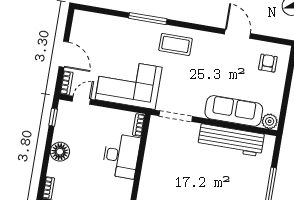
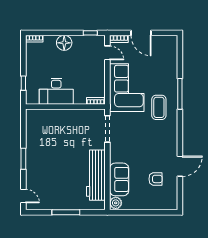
coffee table: (176, 44) -> (159, 107), moved
door: (64, 54) -> (141, 33), hinge flipped
armchair: (268, 63) -> (155, 179), moved
sofa: (234, 111) -> (119, 179), width x0.73
desk: (121, 156) -> (56, 91), moved

